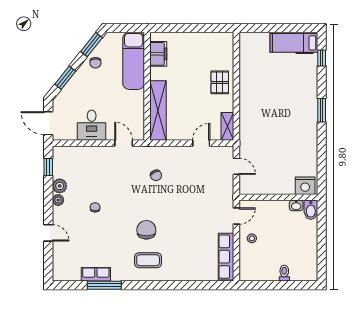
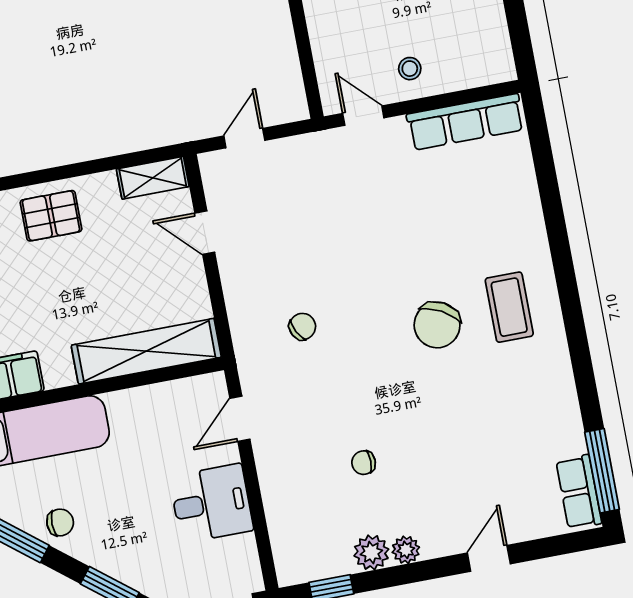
chair: (95, 207) -> (364, 463), moved
chair: (146, 230) -> (437, 325), turned -61
row of seats: (96, 274) -> (579, 492), moved
window: (104, 285) -> (602, 471), moved

